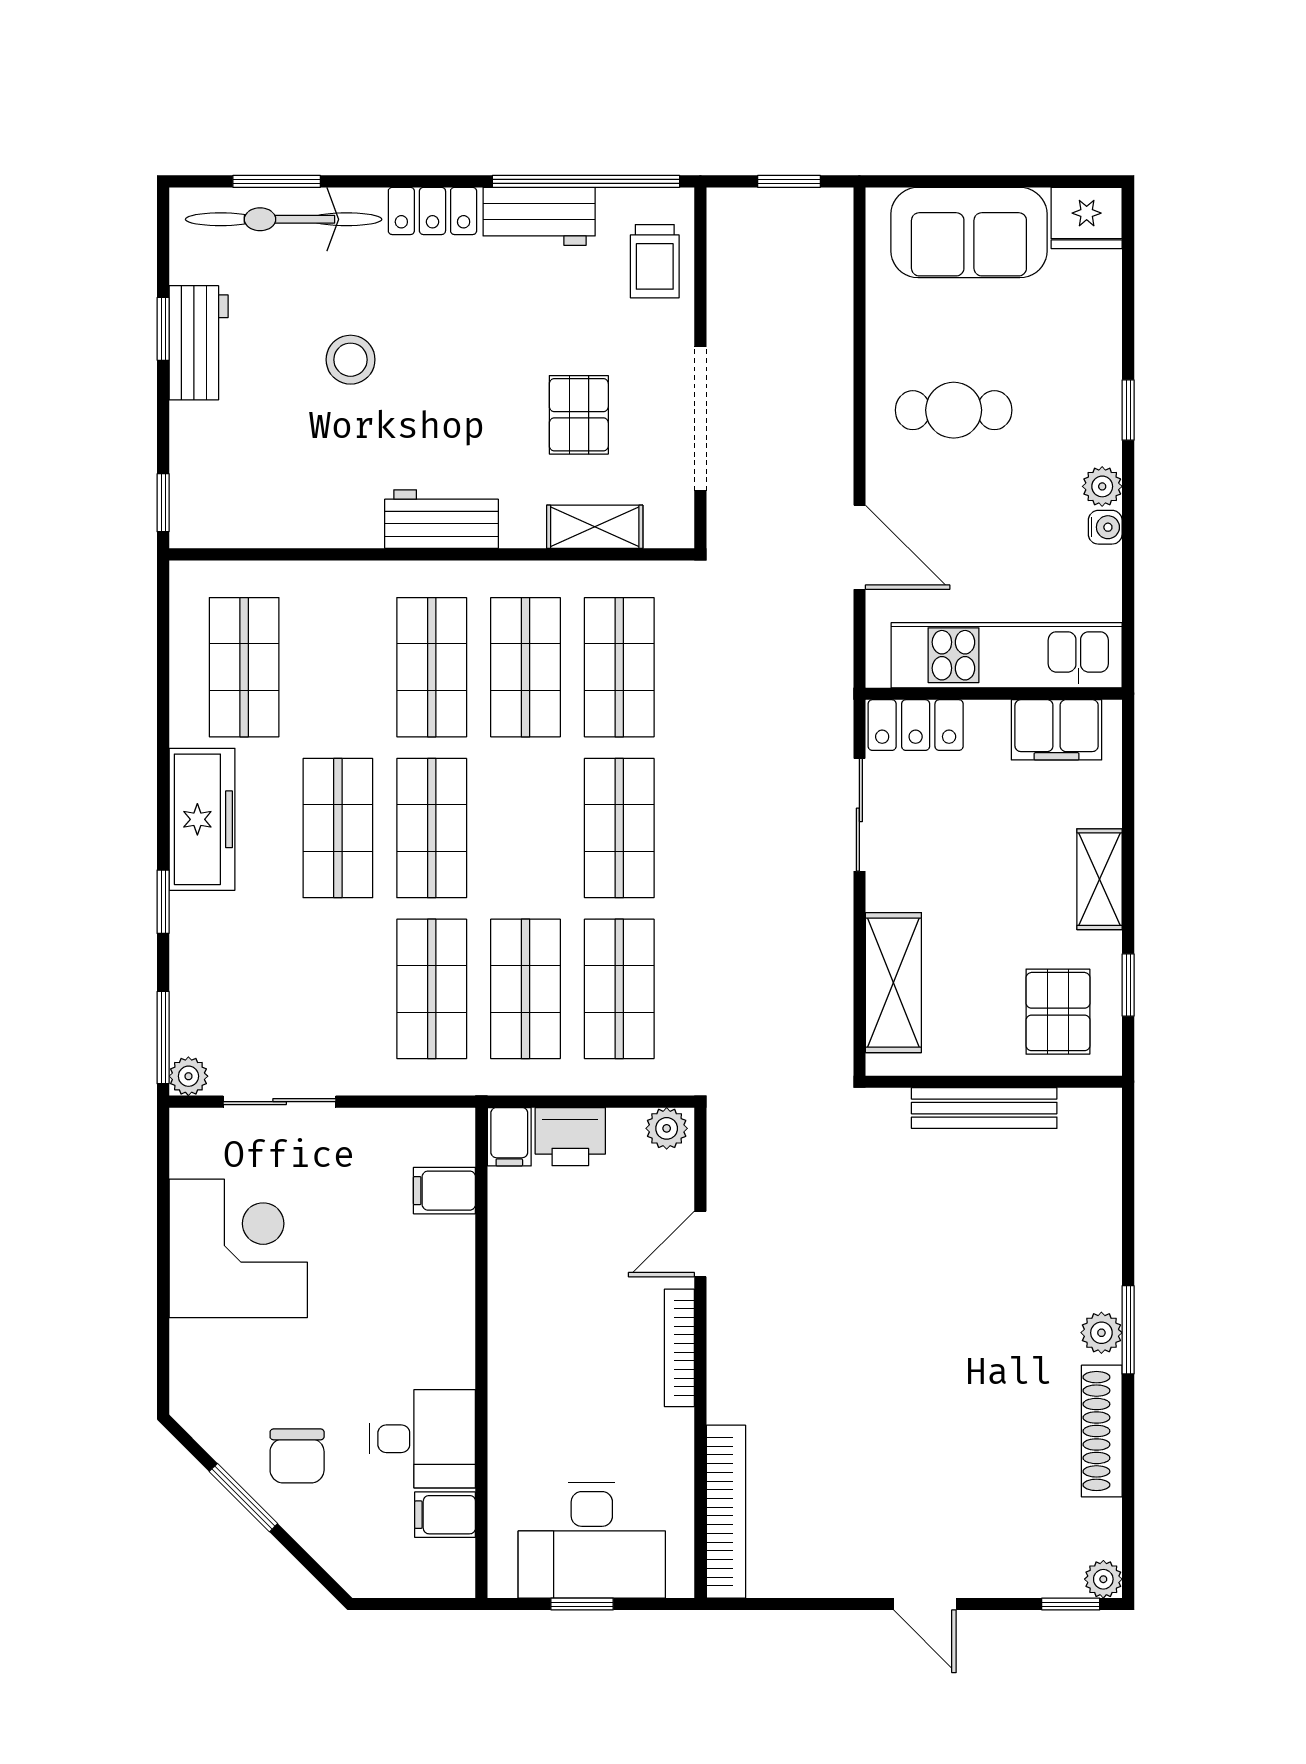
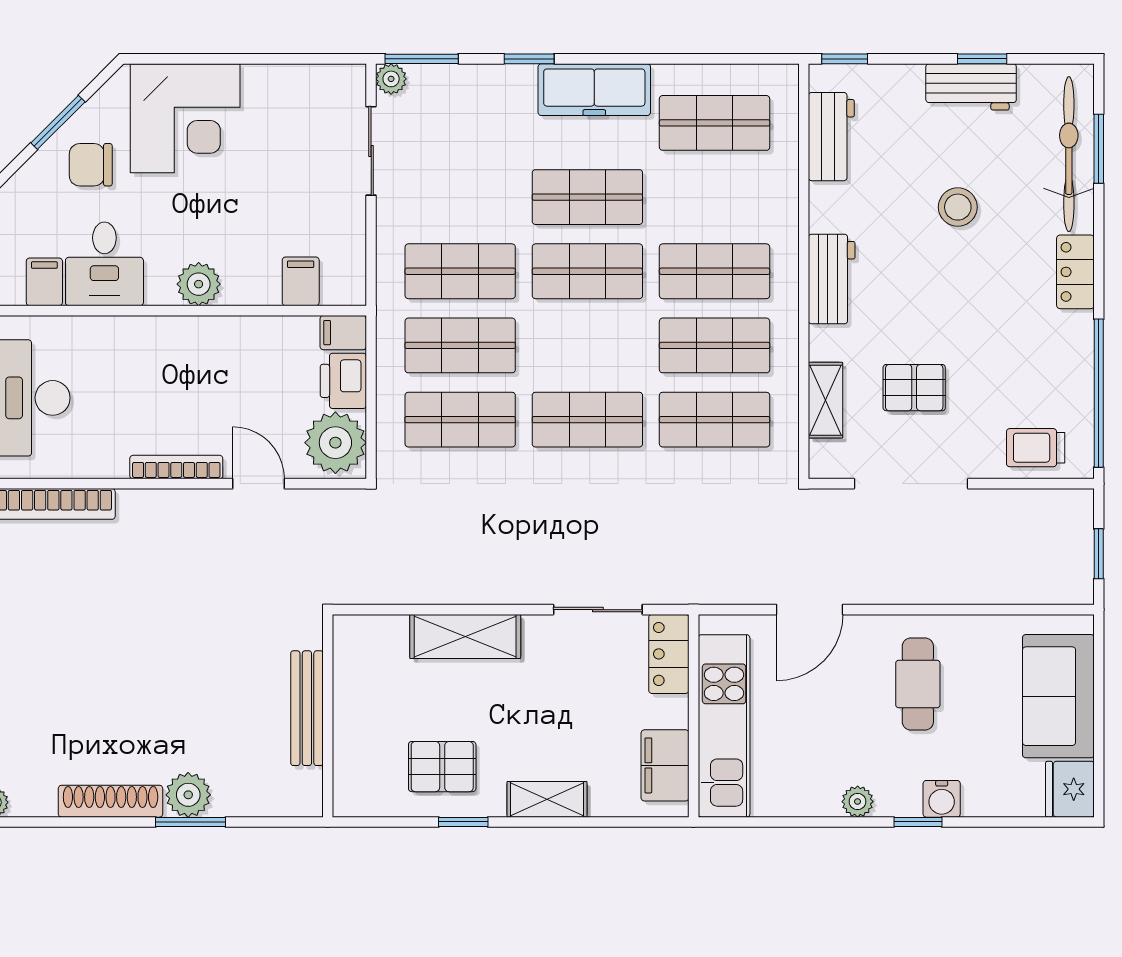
workbench: (539, 216) -> (831, 137), moved, turned 180
water cooler: (1105, 527) -> (942, 799), moved, width x1.38, depth x1.38
wall: (994, 1082) -> (328, 716), moved
bench: (984, 1108) -> (307, 708), moved
plant: (667, 1128) -> (335, 443), width x1.87, depth x1.87
corner desk: (238, 1248) -> (185, 118), moved
plant: (448, 1320) -> (199, 284), added
plant: (1101, 1333) -> (188, 795), width x1.38, depth x1.38

